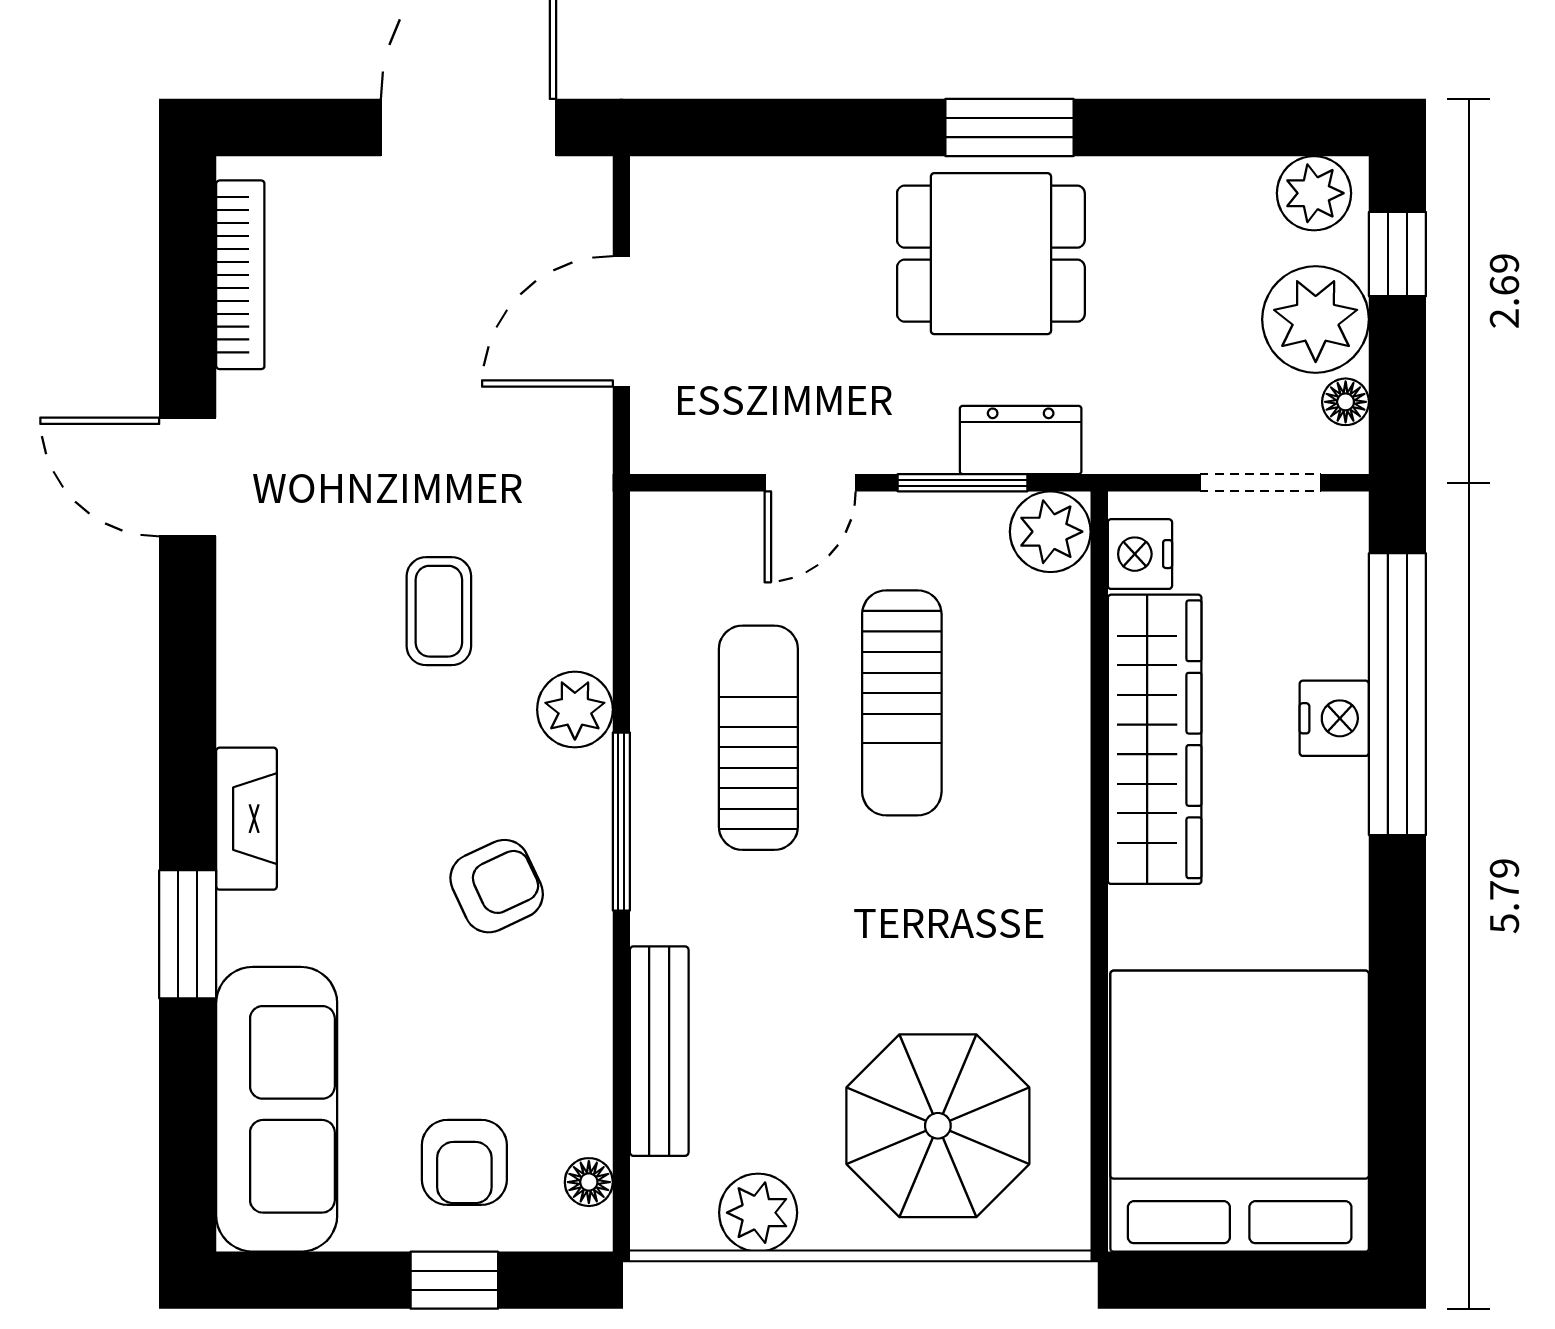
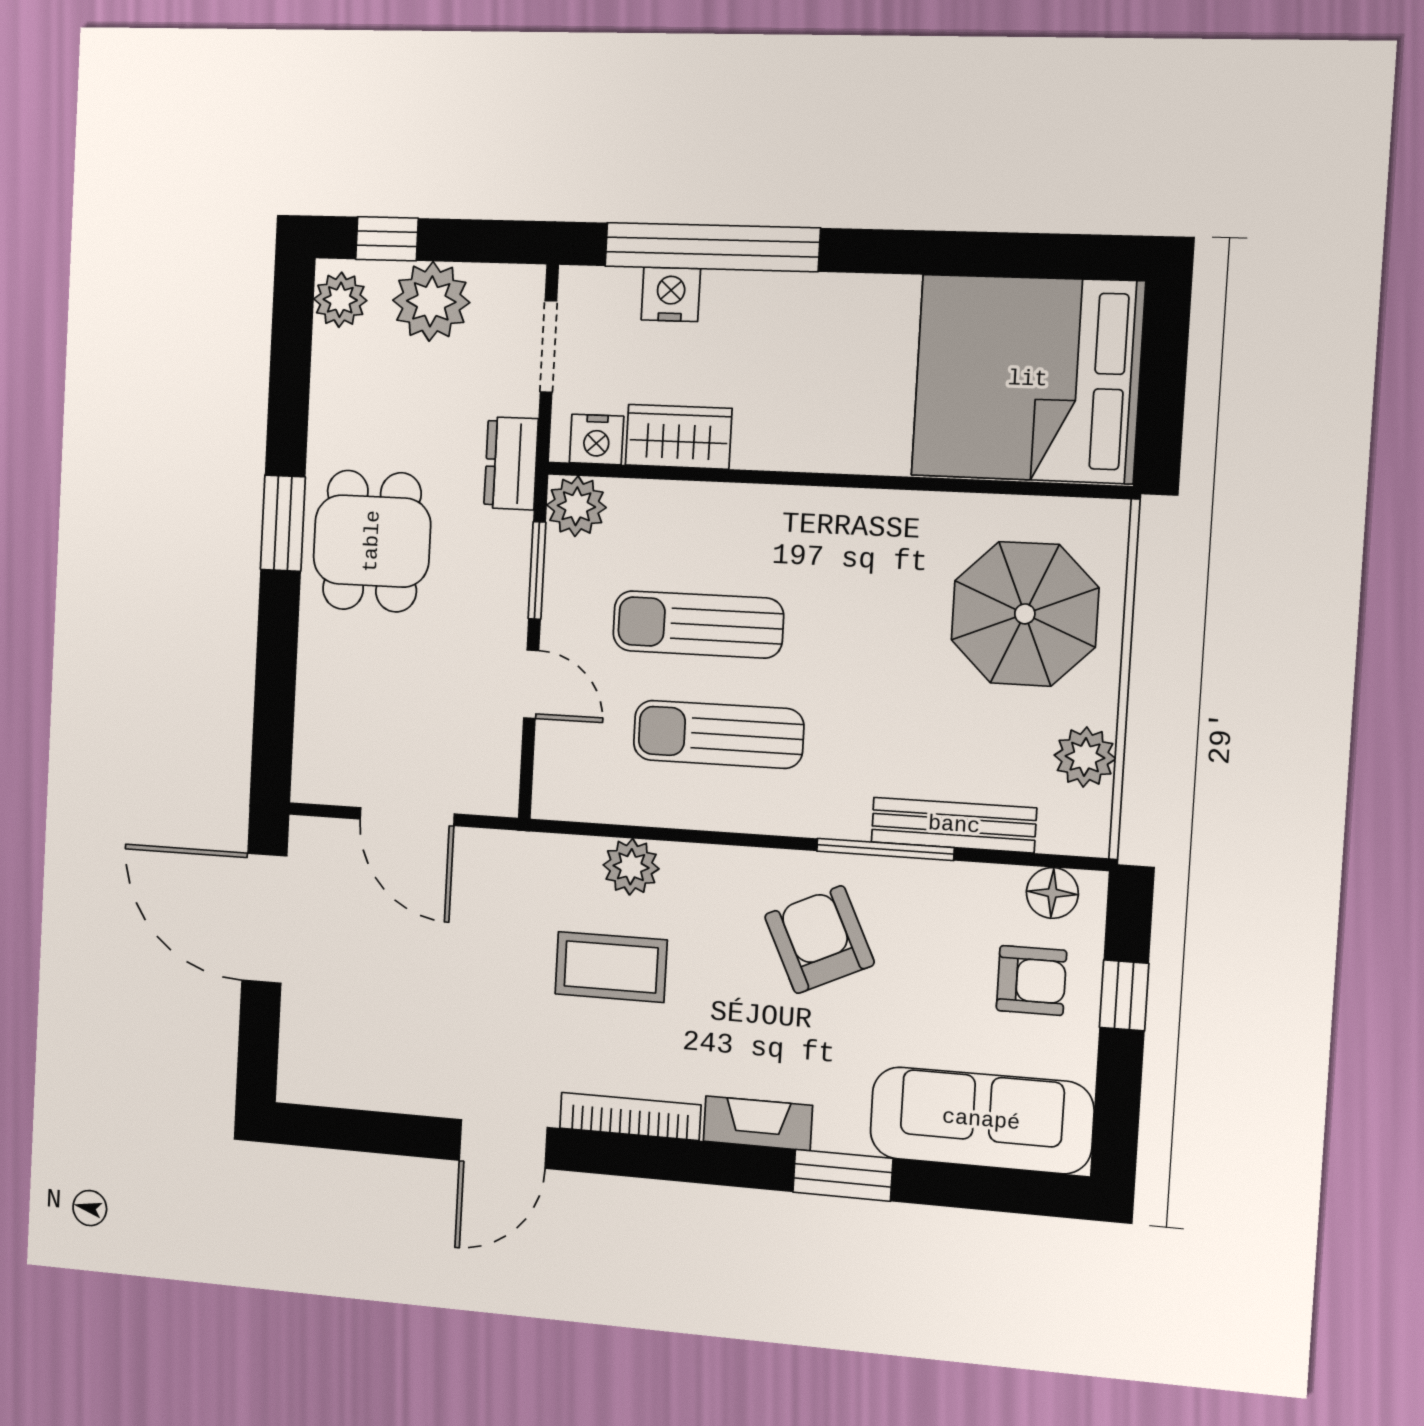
bookcase: (240, 275) -> (630, 1116), moved
floor lamp: (1346, 402) -> (492, 281), removed
dresser: (1021, 440) -> (511, 463), moved
coffee table: (439, 611) -> (611, 967), width x1.36, depth x1.30
sun lounger: (902, 703) -> (698, 624), turned 180
plant: (575, 710) -> (631, 867), moved
nightstand: (1334, 718) -> (671, 294), moved
wardrobe: (1155, 739) -> (679, 437), width x0.48, depth x0.85
window: (621, 822) -> (885, 849), moved
armchair: (497, 886) -> (819, 940), width x1.38, depth x1.38
floor lamp: (589, 1182) -> (1052, 893), width x1.37, depth x1.37

